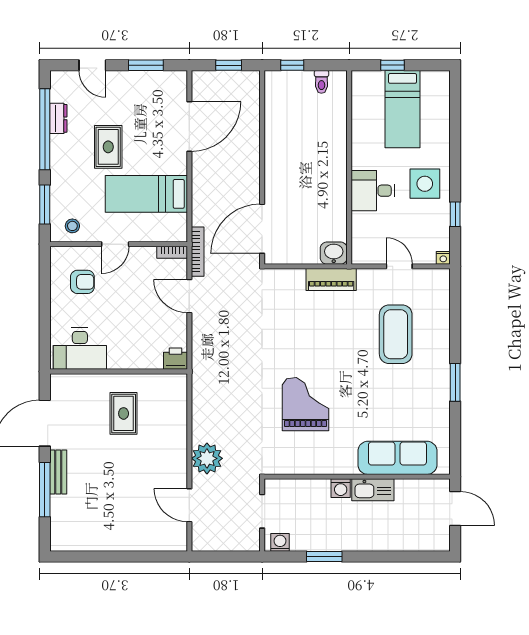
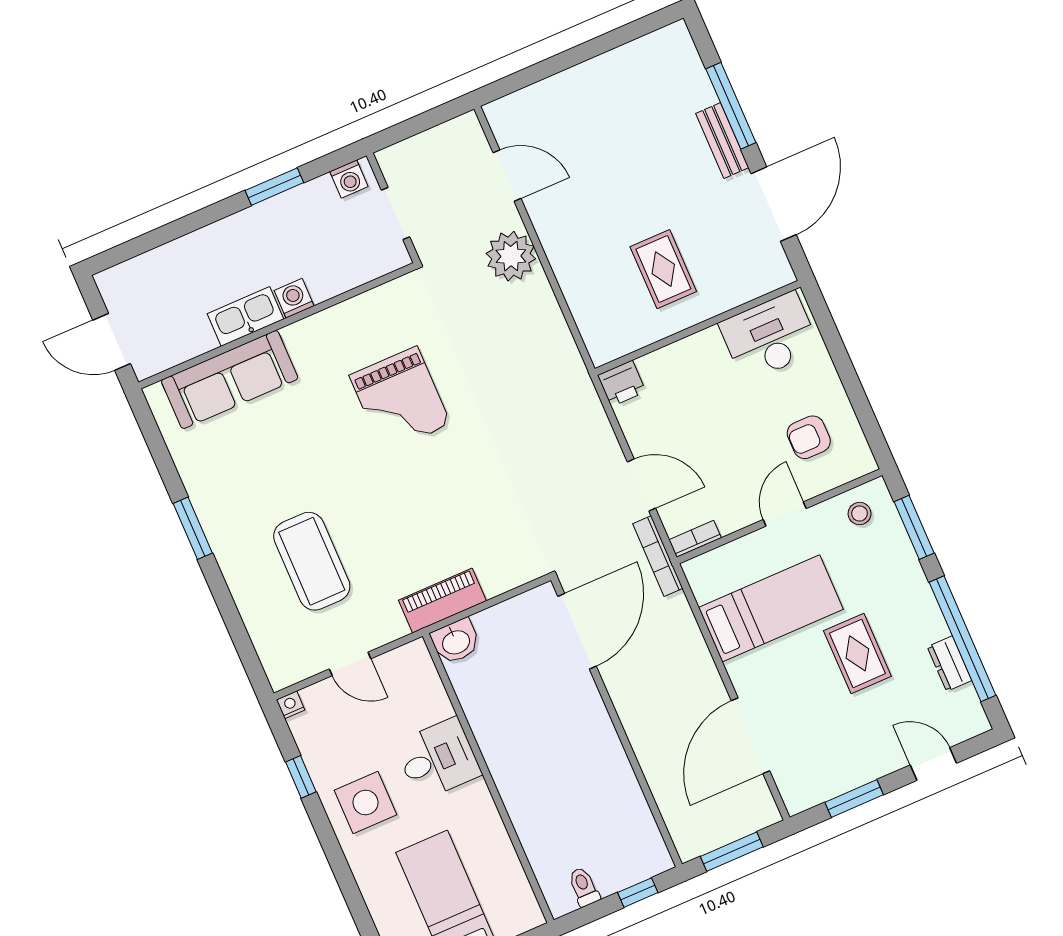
window: (229, 65) -> (732, 852), width x1.50

